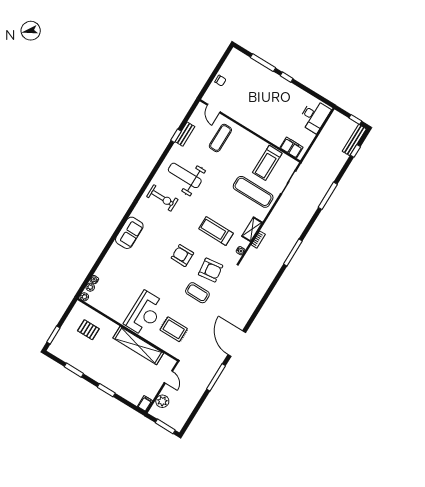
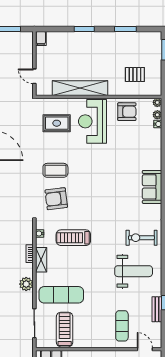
treadmill: (216, 231) -> (73, 238), turned 180
armchair: (182, 256) -> (127, 112), moved
plant: (162, 401) -> (26, 284), moved

